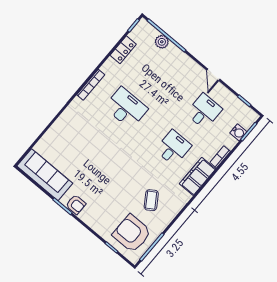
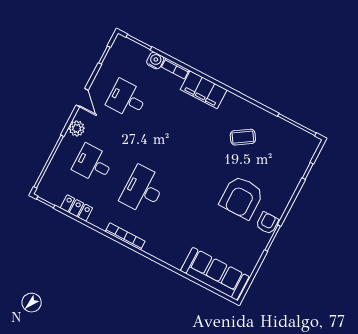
plant: (162, 42) -> (77, 128), moved
door: (213, 75) -> (82, 98), hinge flipped
water cooler: (238, 132) -> (155, 61), moved
desk: (173, 148) -> (93, 164), moved
sofa: (45, 175) -> (215, 274), moved, turned 90
armchair: (132, 233) -> (242, 197), moved

